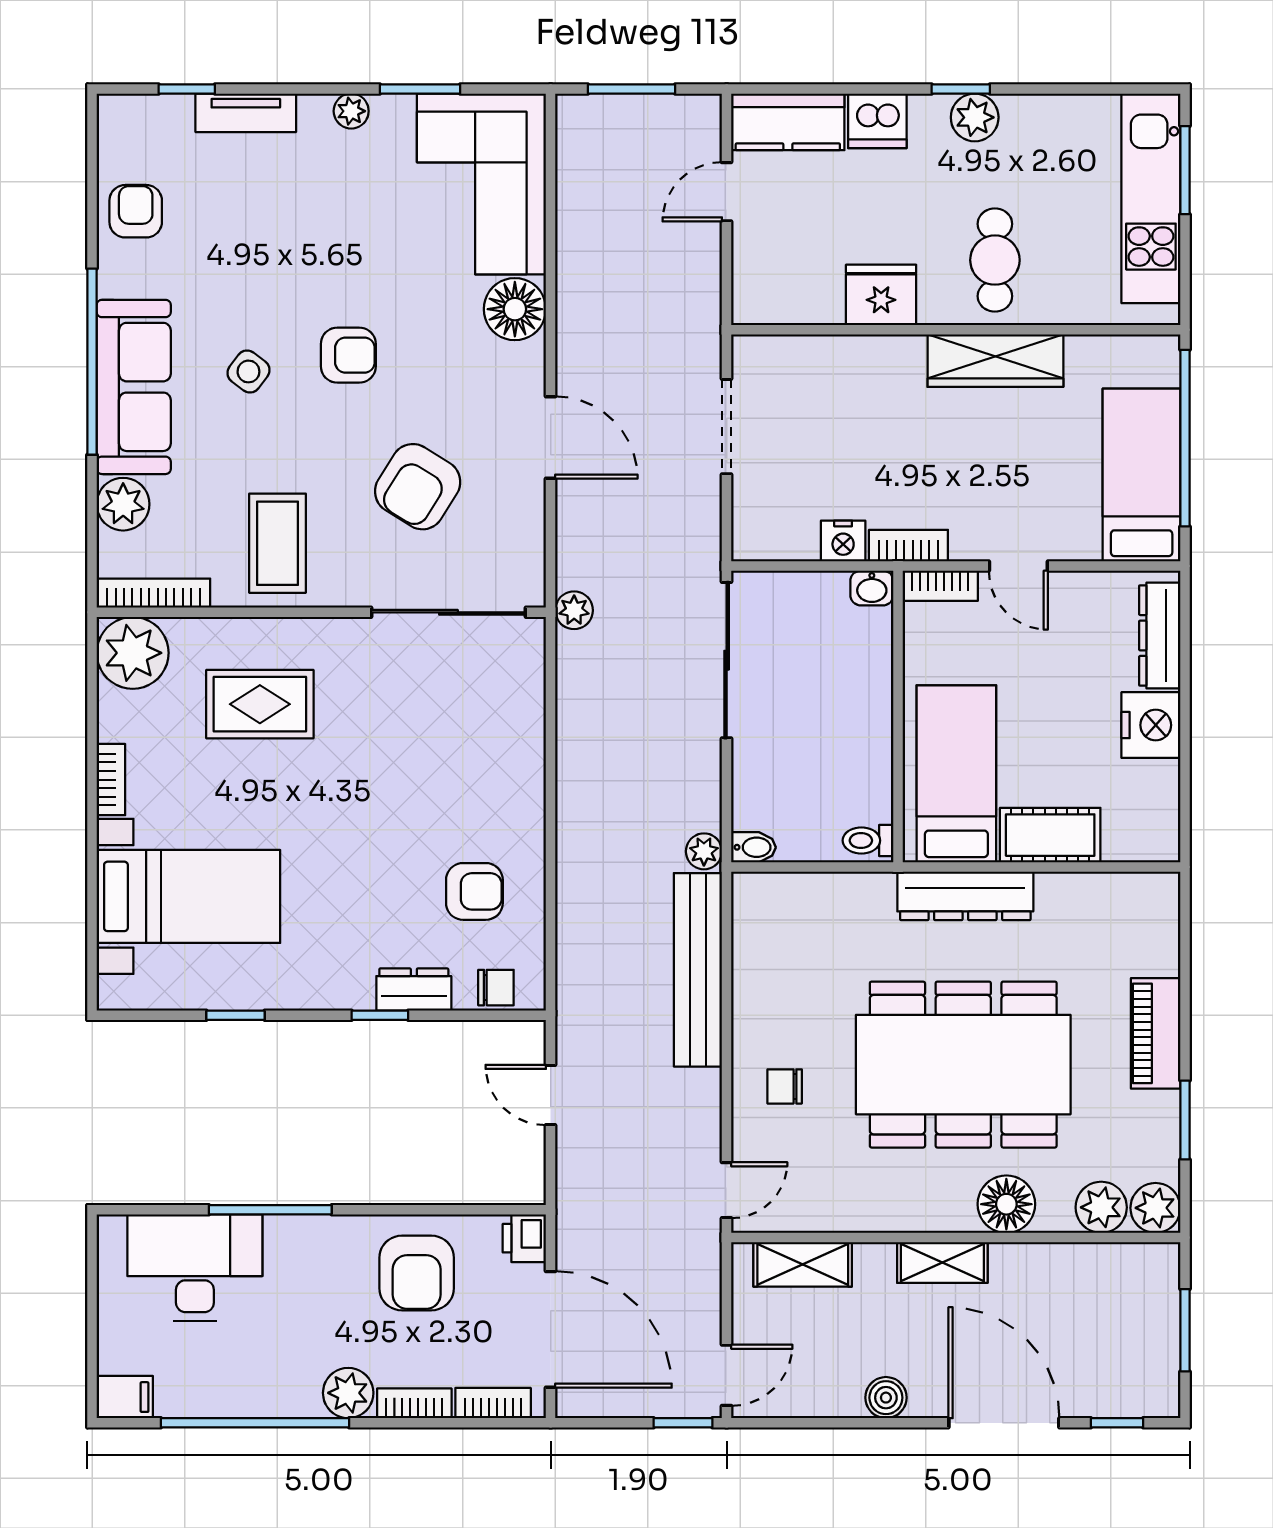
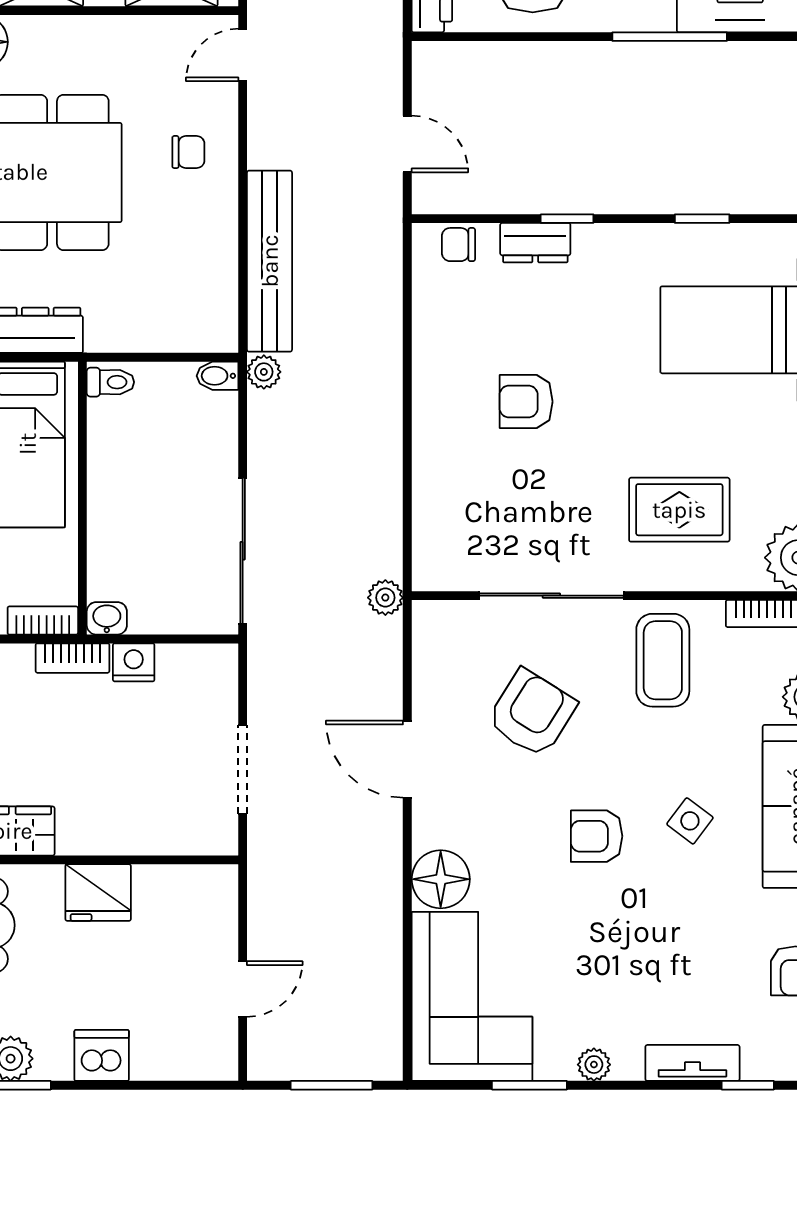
kitchen counter: (788, 122) -> (185, 1054), removed
sliding door: (448, 612) -> (551, 596), moved
armchair: (474, 891) -> (526, 402), moved

